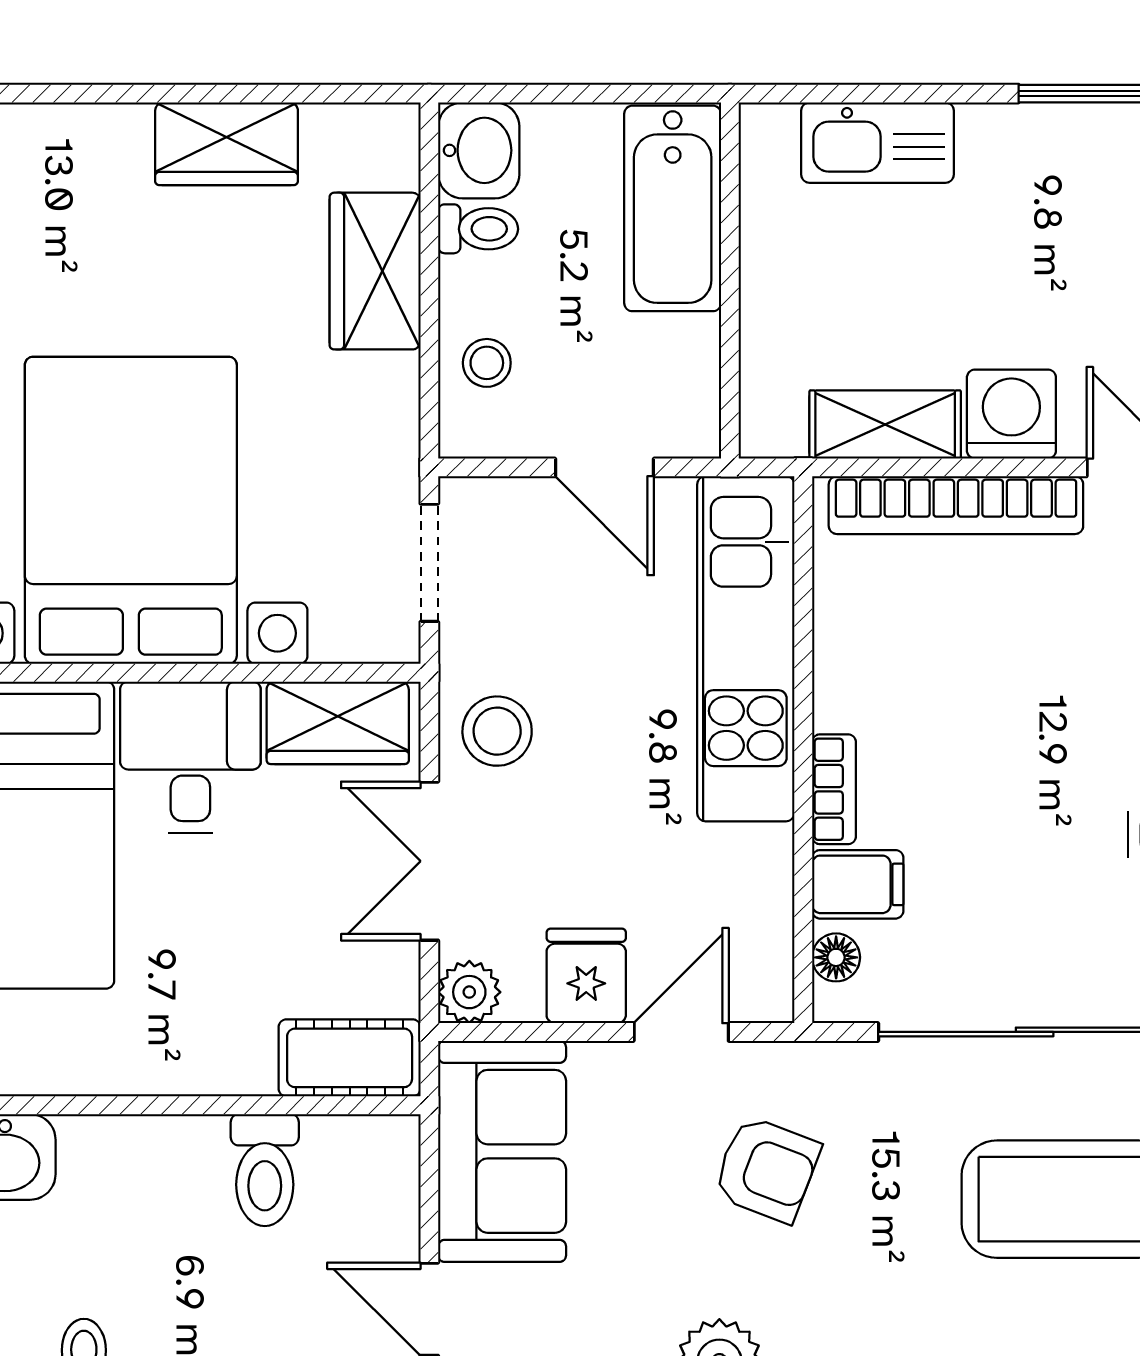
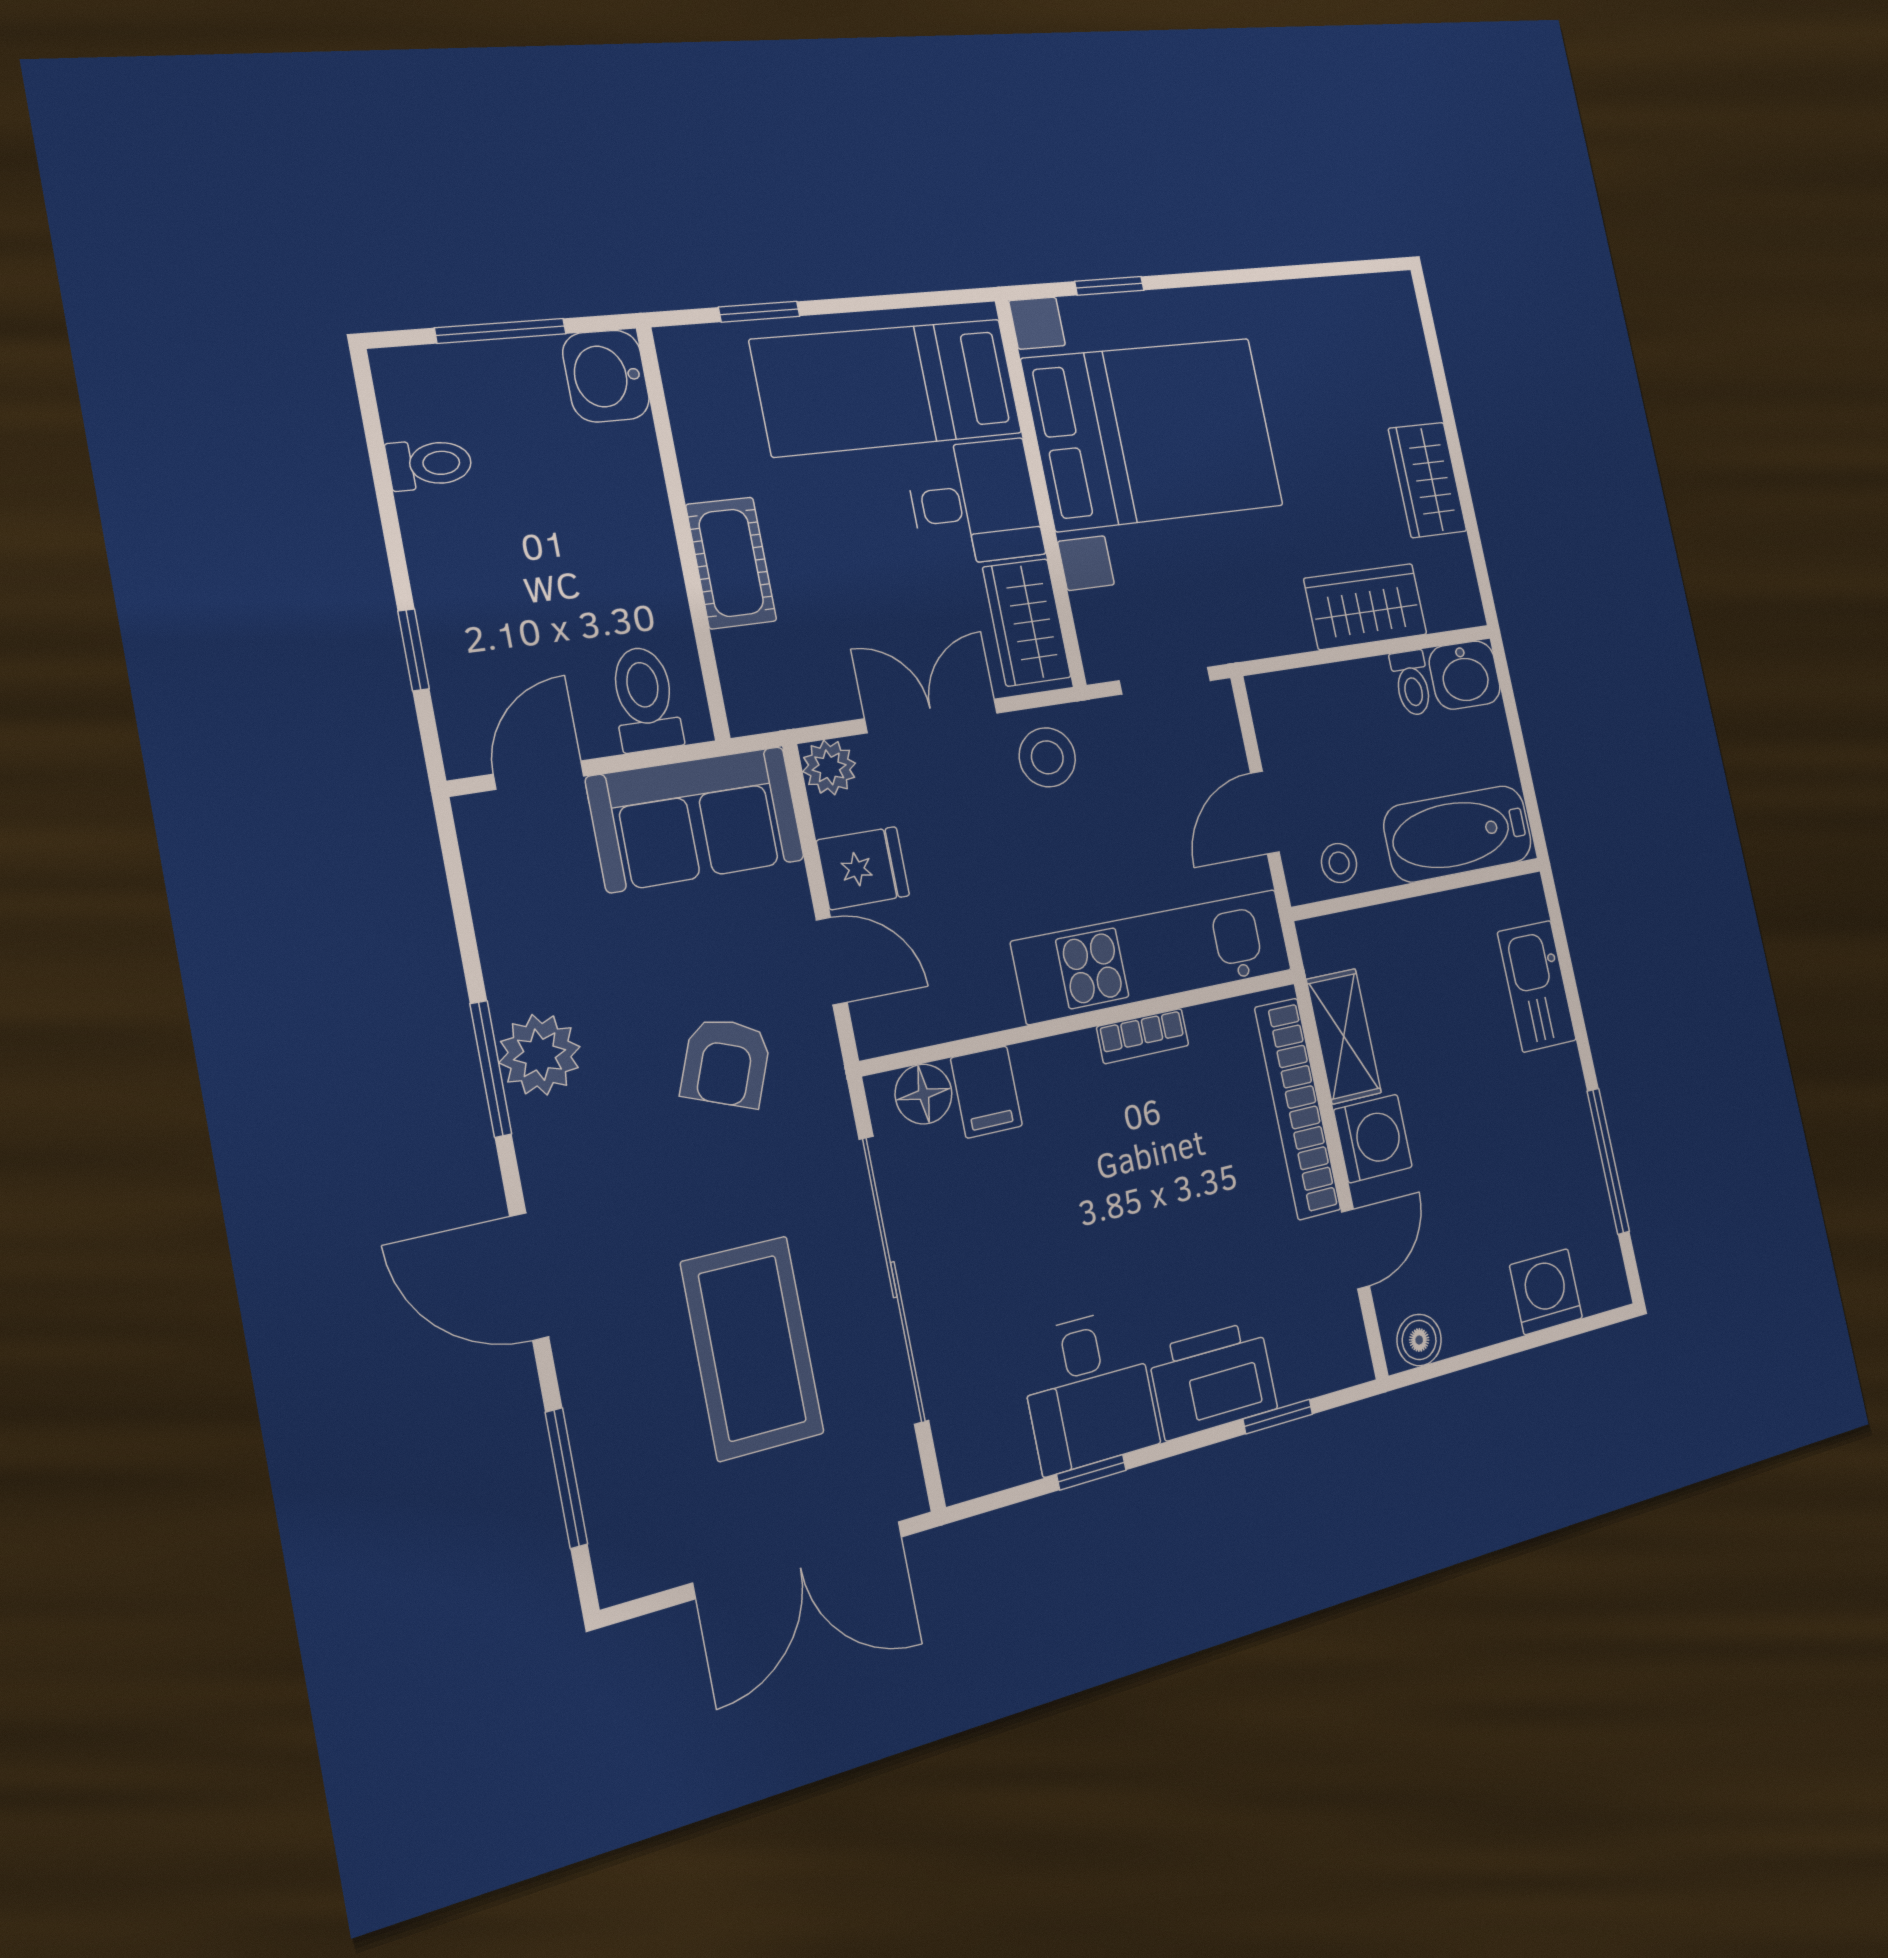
stool: (487, 363) -> (1339, 863), moved
bookcase: (834, 789) -> (1143, 1036), moved
floor lamp: (836, 957) -> (924, 1094), width x1.37, depth x1.37
cot: (350, 1058) -> (731, 563), moved
toilet: (265, 1170) -> (645, 699), moved, turned 90

